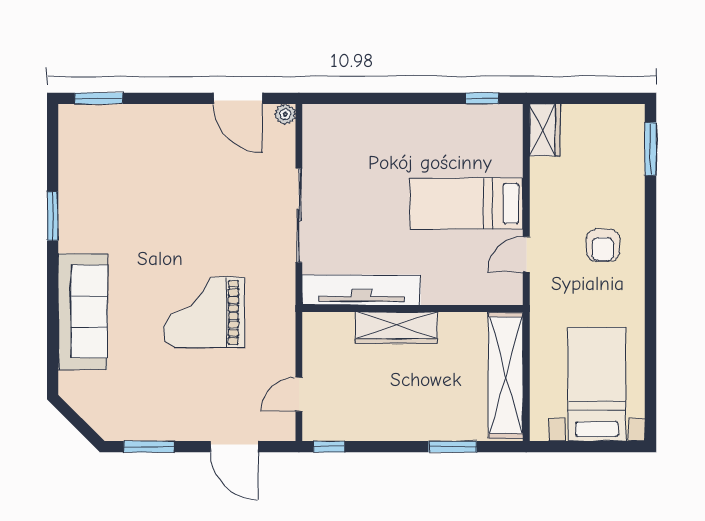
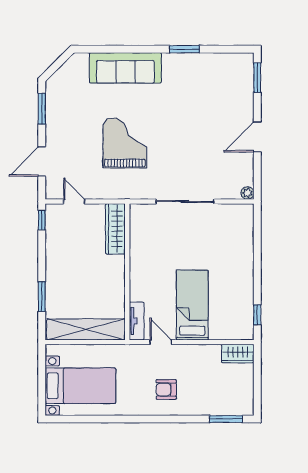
door: (238, 98) -> (257, 137), moved
tv unit: (361, 290) -> (137, 321), moved, width x0.52, depth x0.78
wardrobe: (396, 328) -> (115, 229), moved

